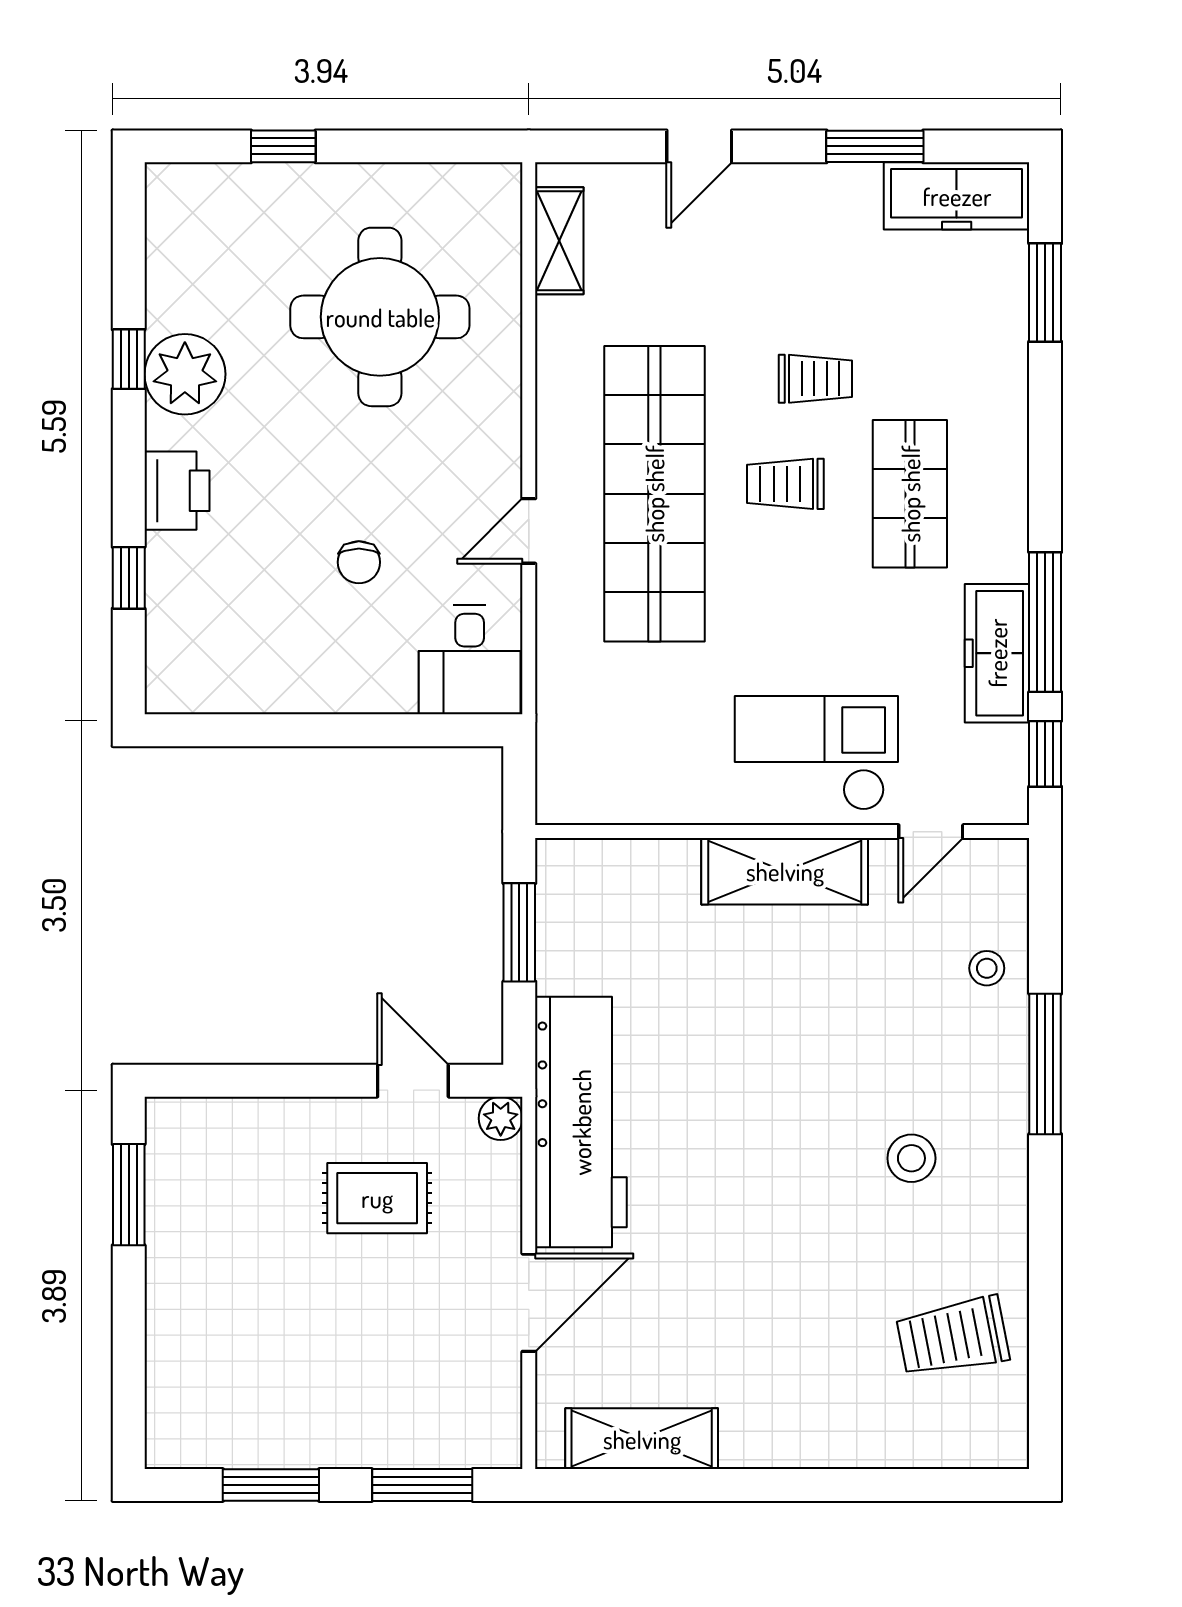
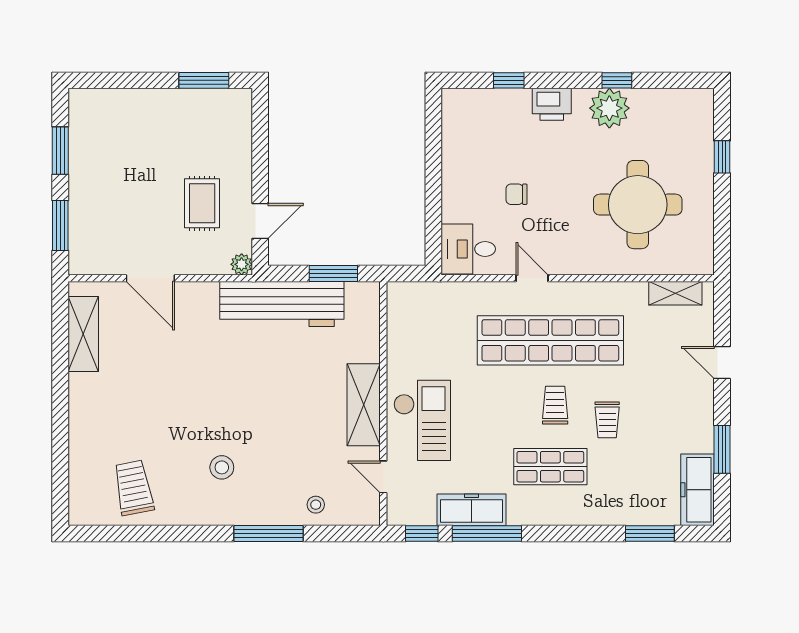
workbench: (581, 1122) -> (282, 304), moved

